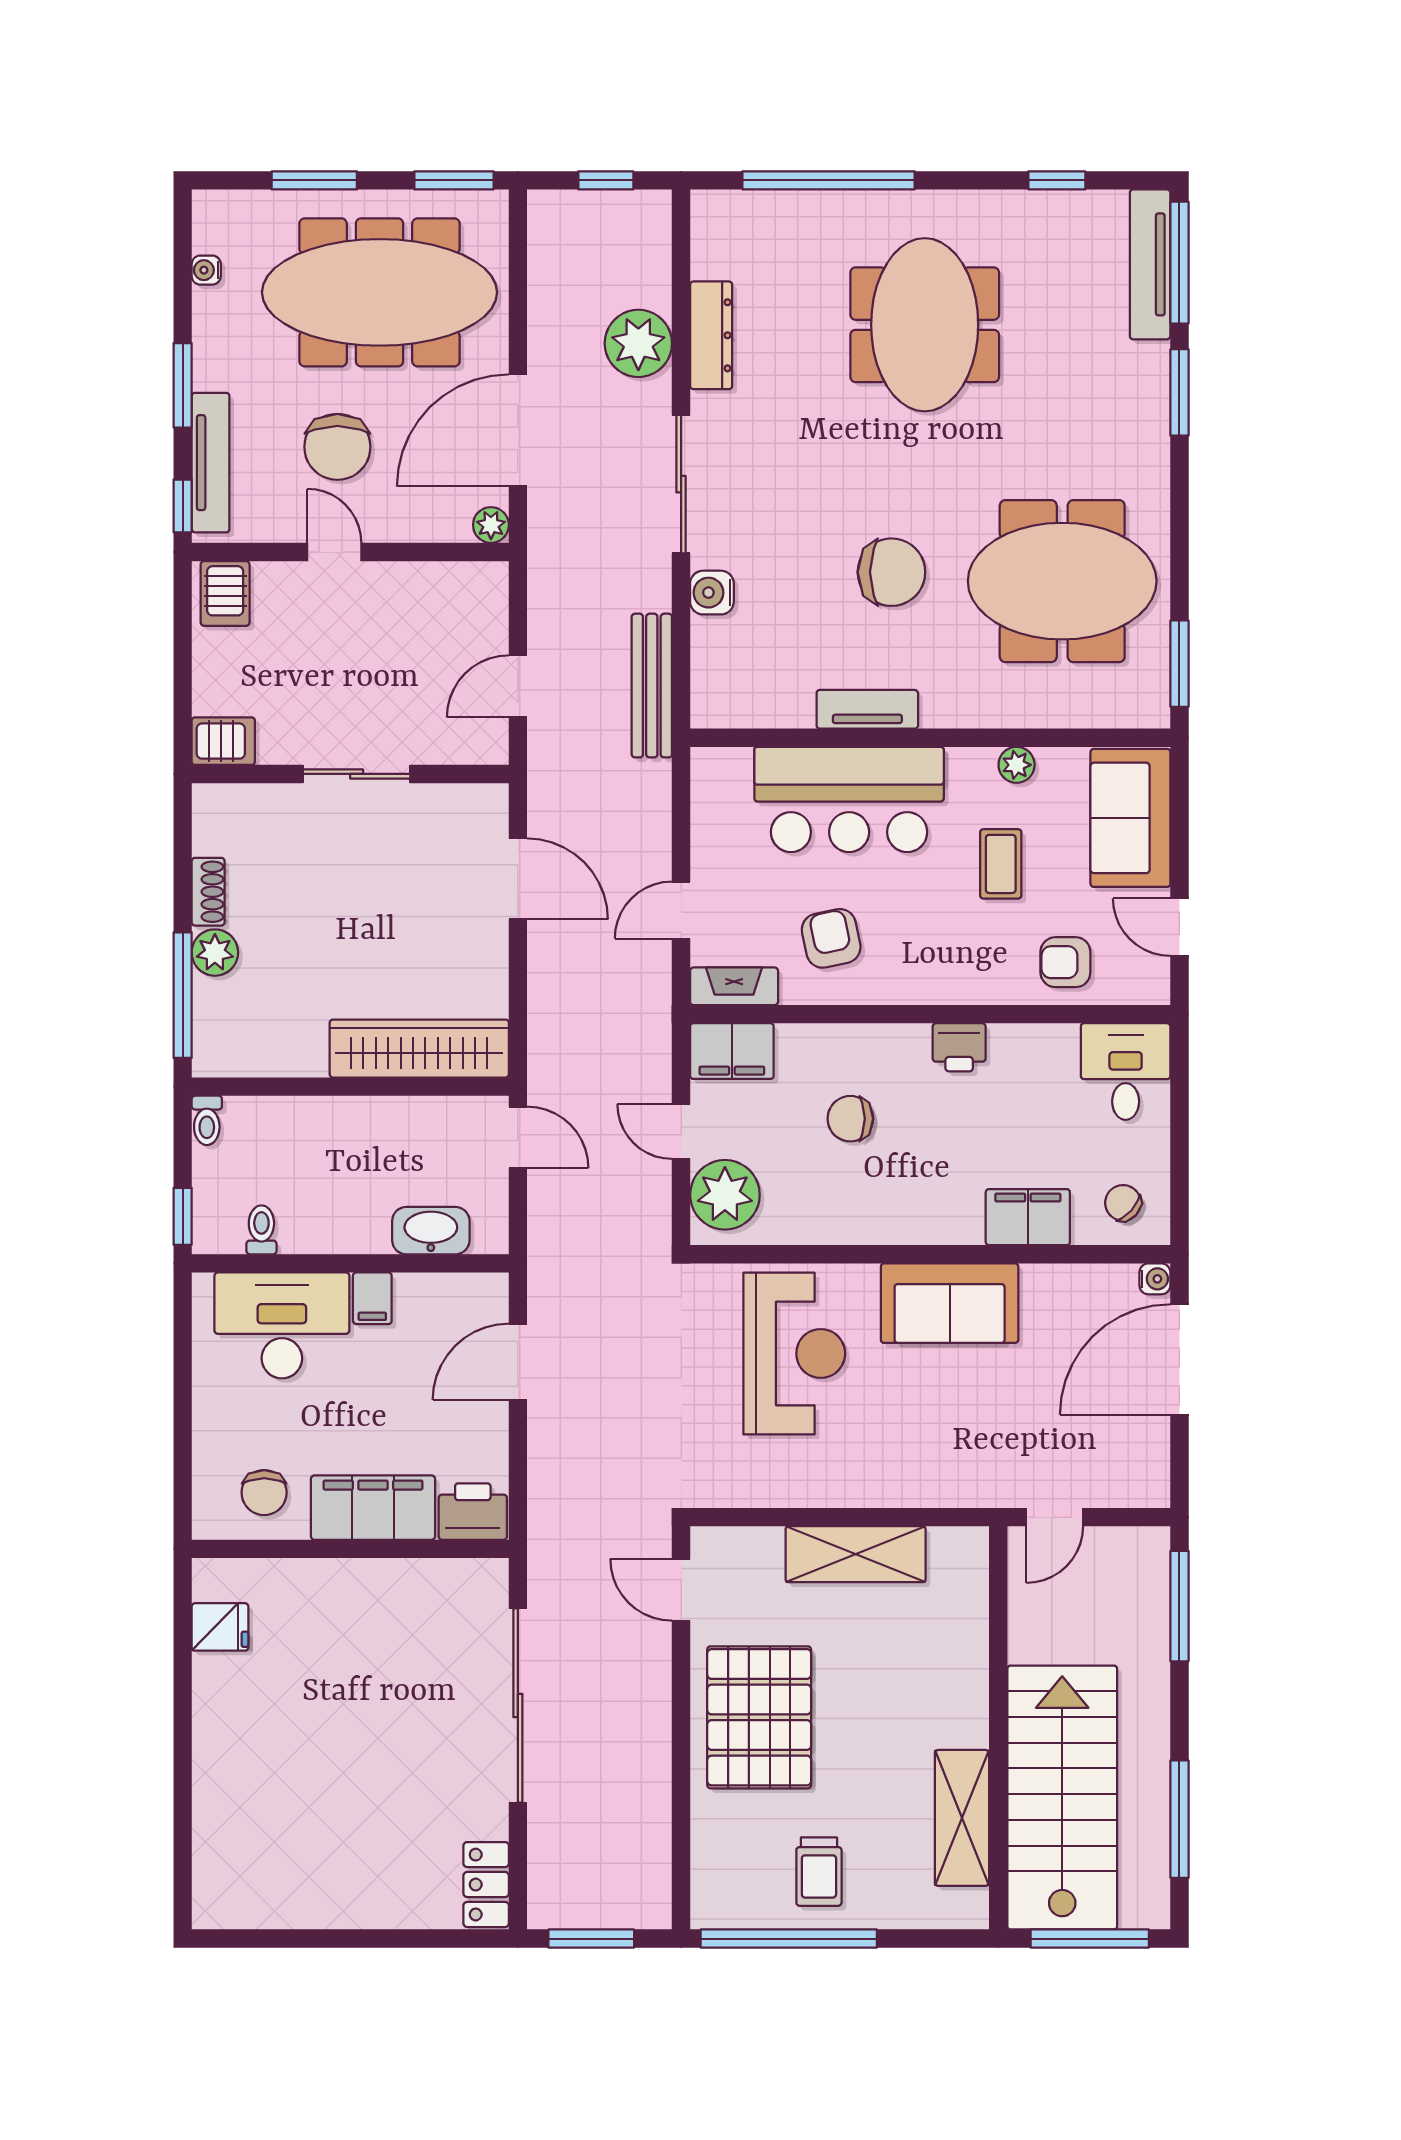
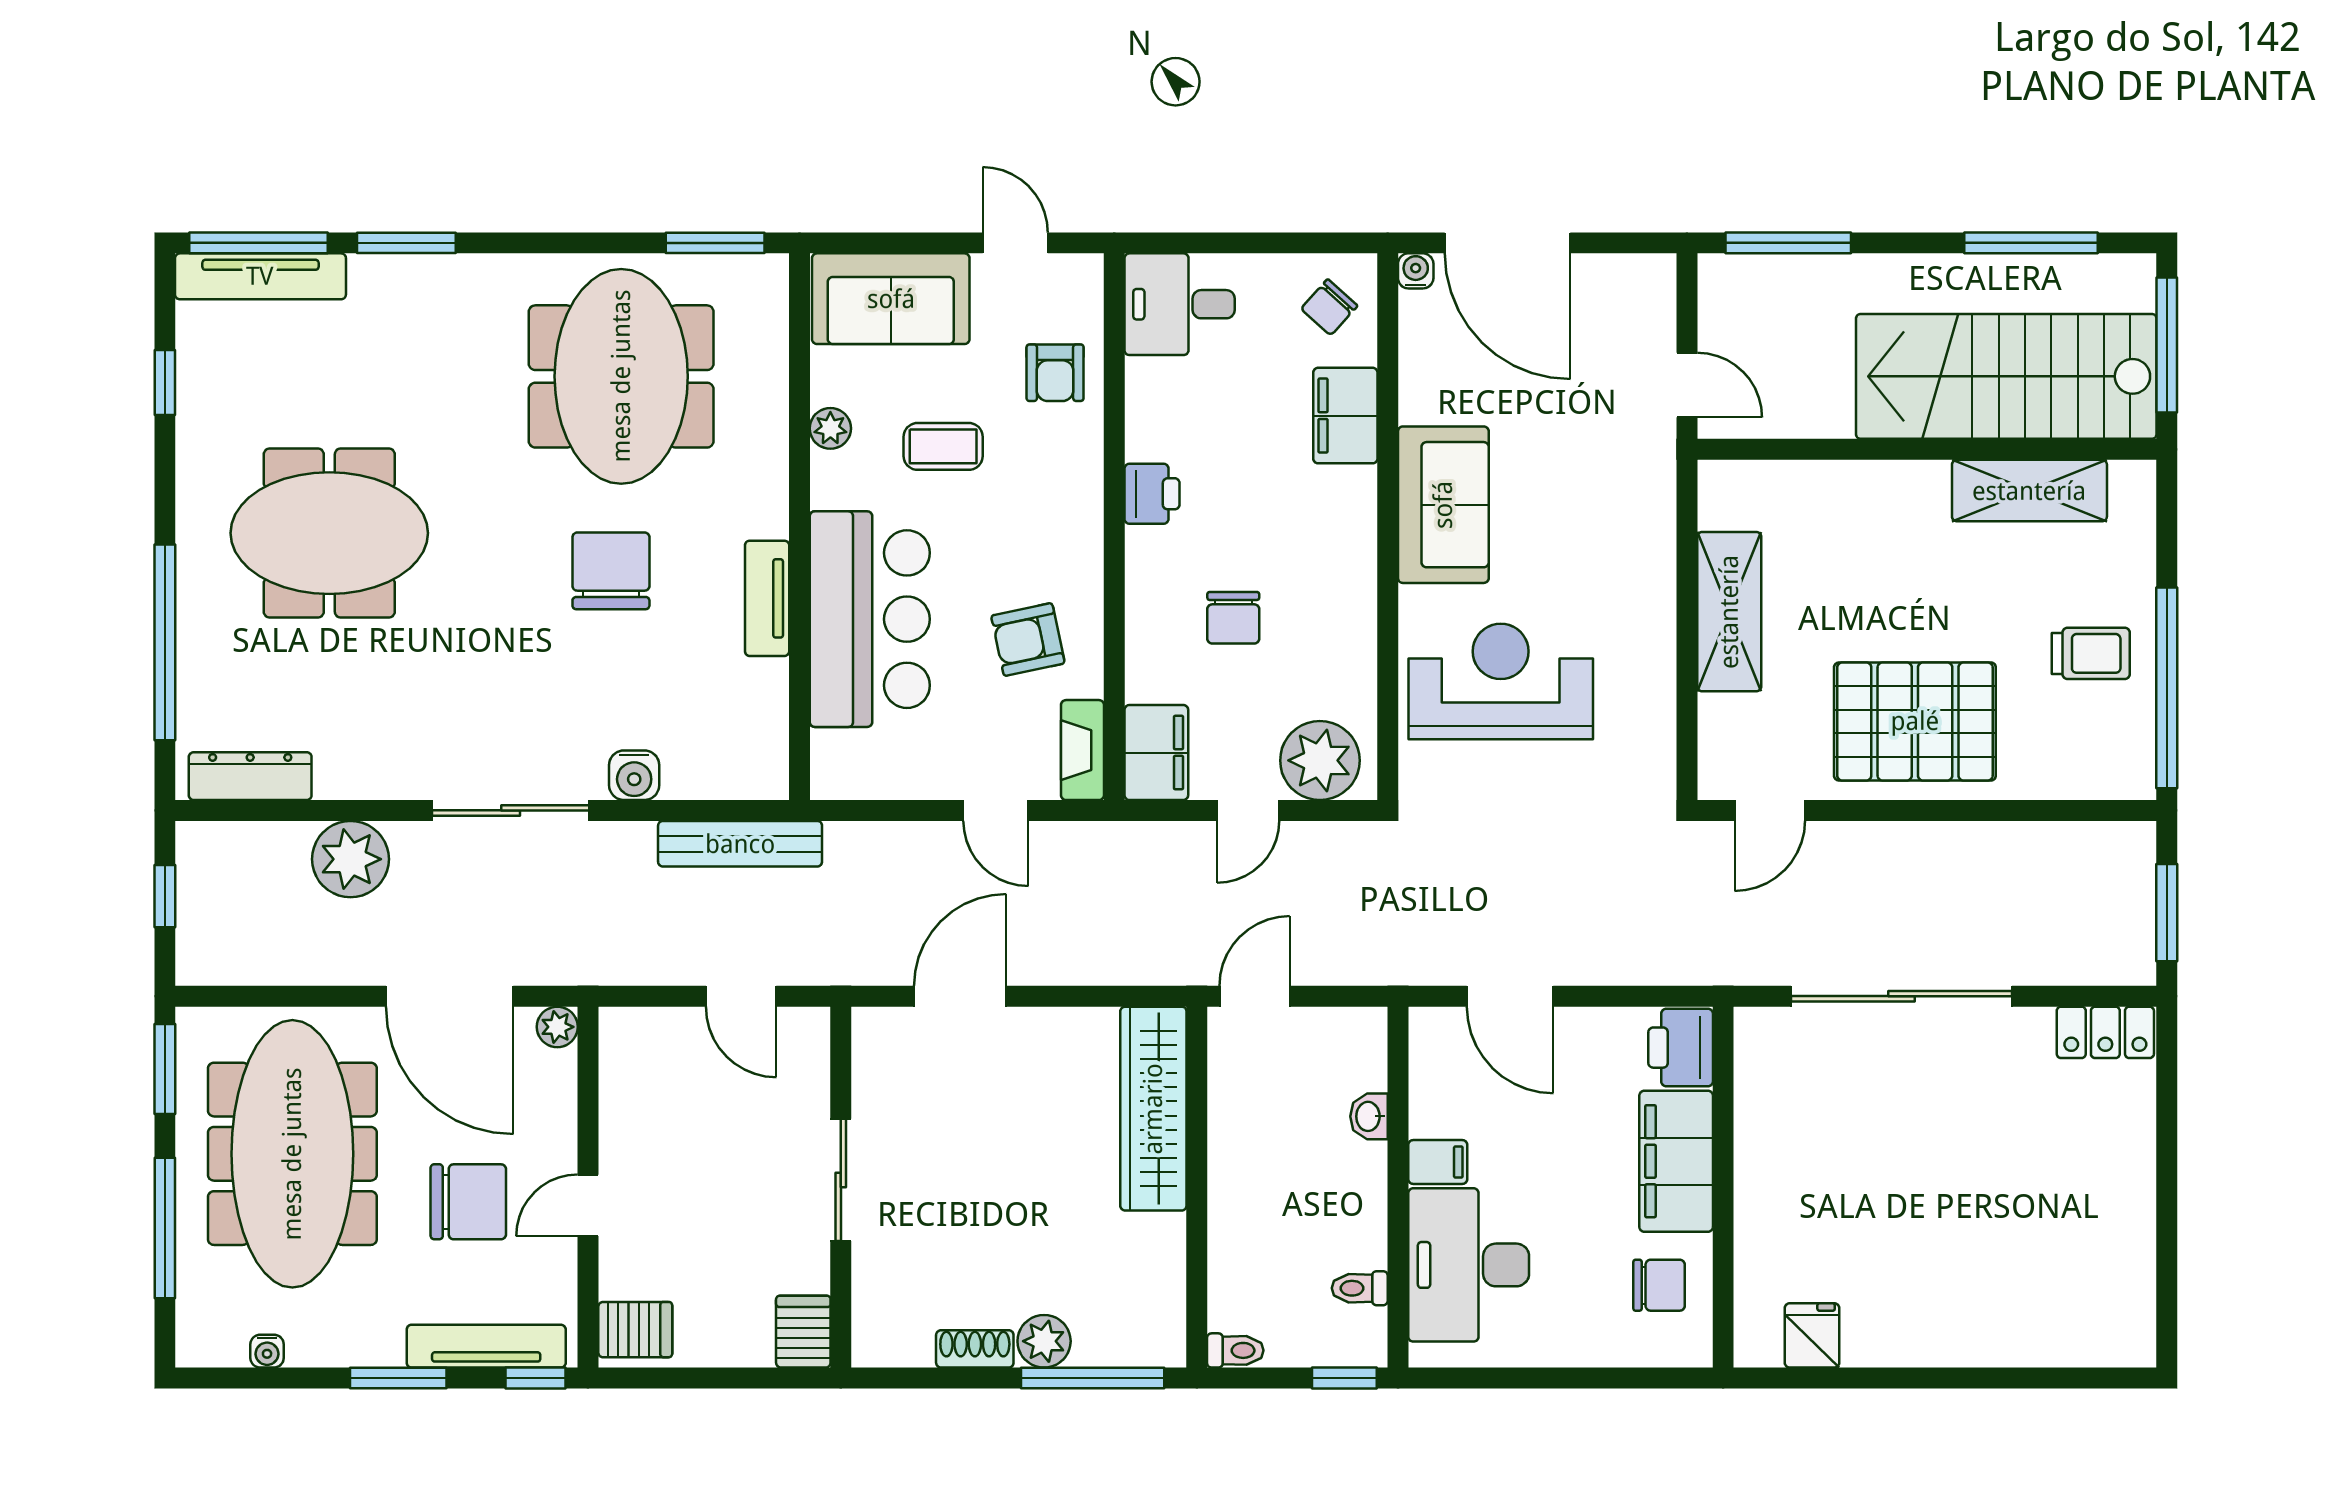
window: (314, 180) -> (165, 1228), width x1.44
dresser: (711, 335) -> (250, 776), moved
door: (1179, 927) -> (1015, 243), swing flipped
washbasin: (431, 1231) -> (1369, 1116), width x0.52, depth x0.69

